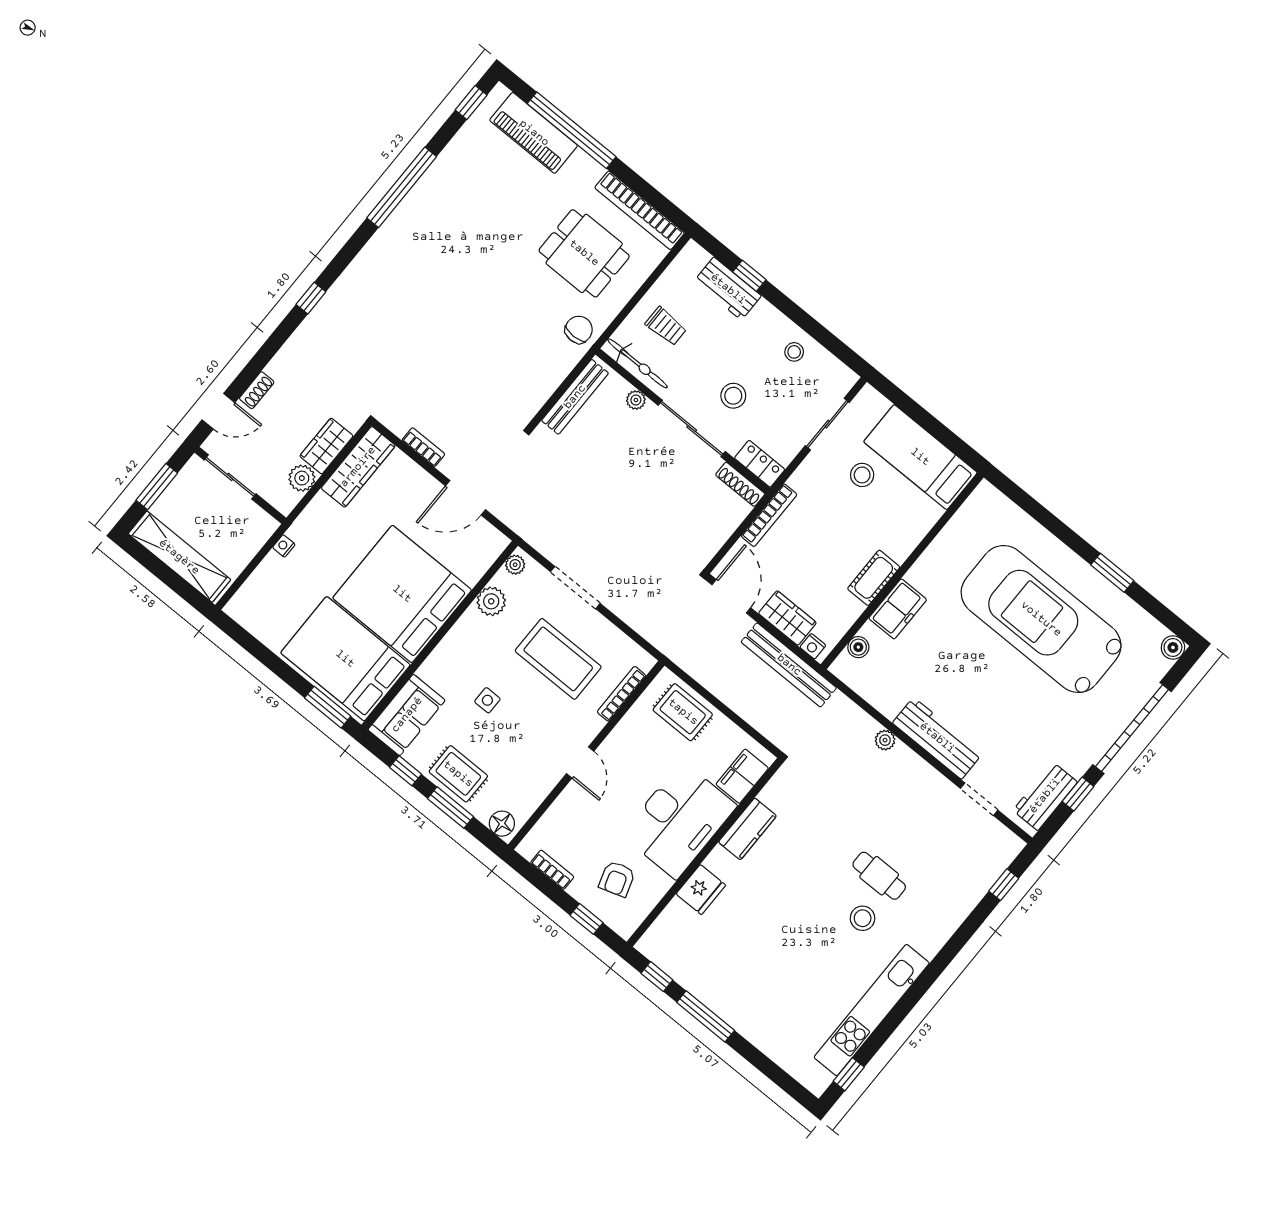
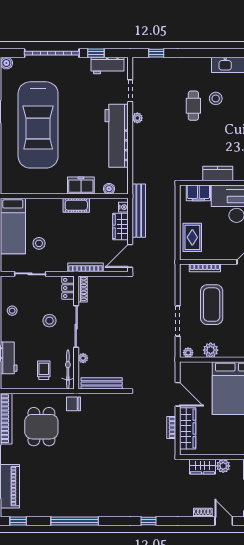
wardrobe: (358, 467) -> (188, 428), moved, turned 90
workbench: (937, 738) -> (117, 136), width x1.36, depth x1.32
plant: (885, 740) -> (137, 118), moved

